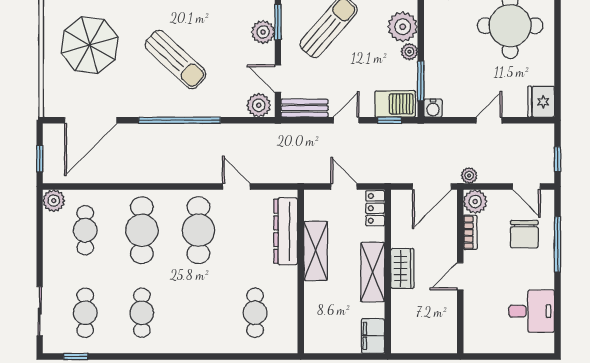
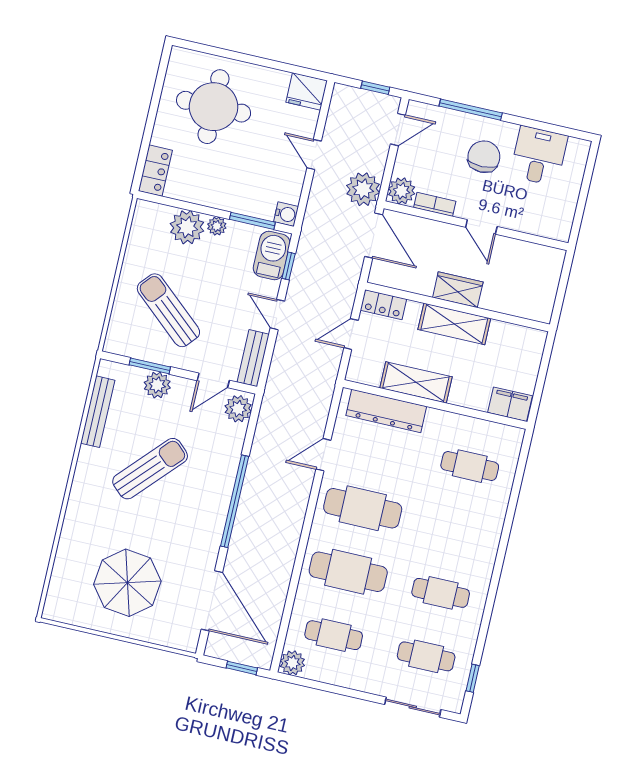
sun lounger: (175, 59) -> (150, 469), moved
plant: (469, 176) -> (363, 189), width x1.87, depth x1.87
chair: (524, 234) -> (484, 157), moved, turned -90
filing cabinet: (373, 336) -> (510, 404), moved, turned 180

